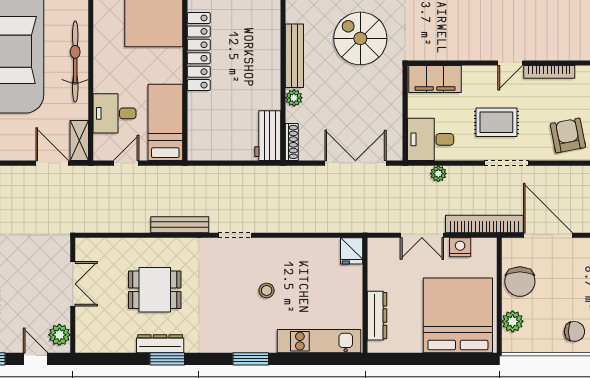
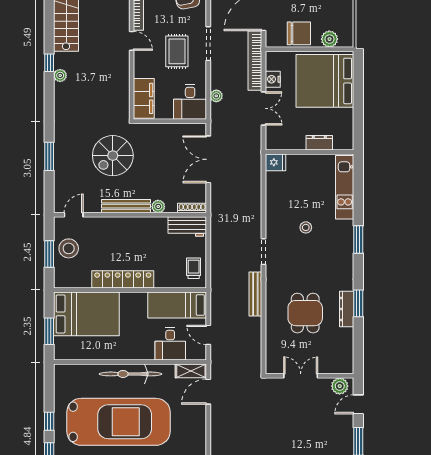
trolley: (213, 144) -> (194, 268), added
dresser: (377, 316) -> (319, 143), width x0.70

